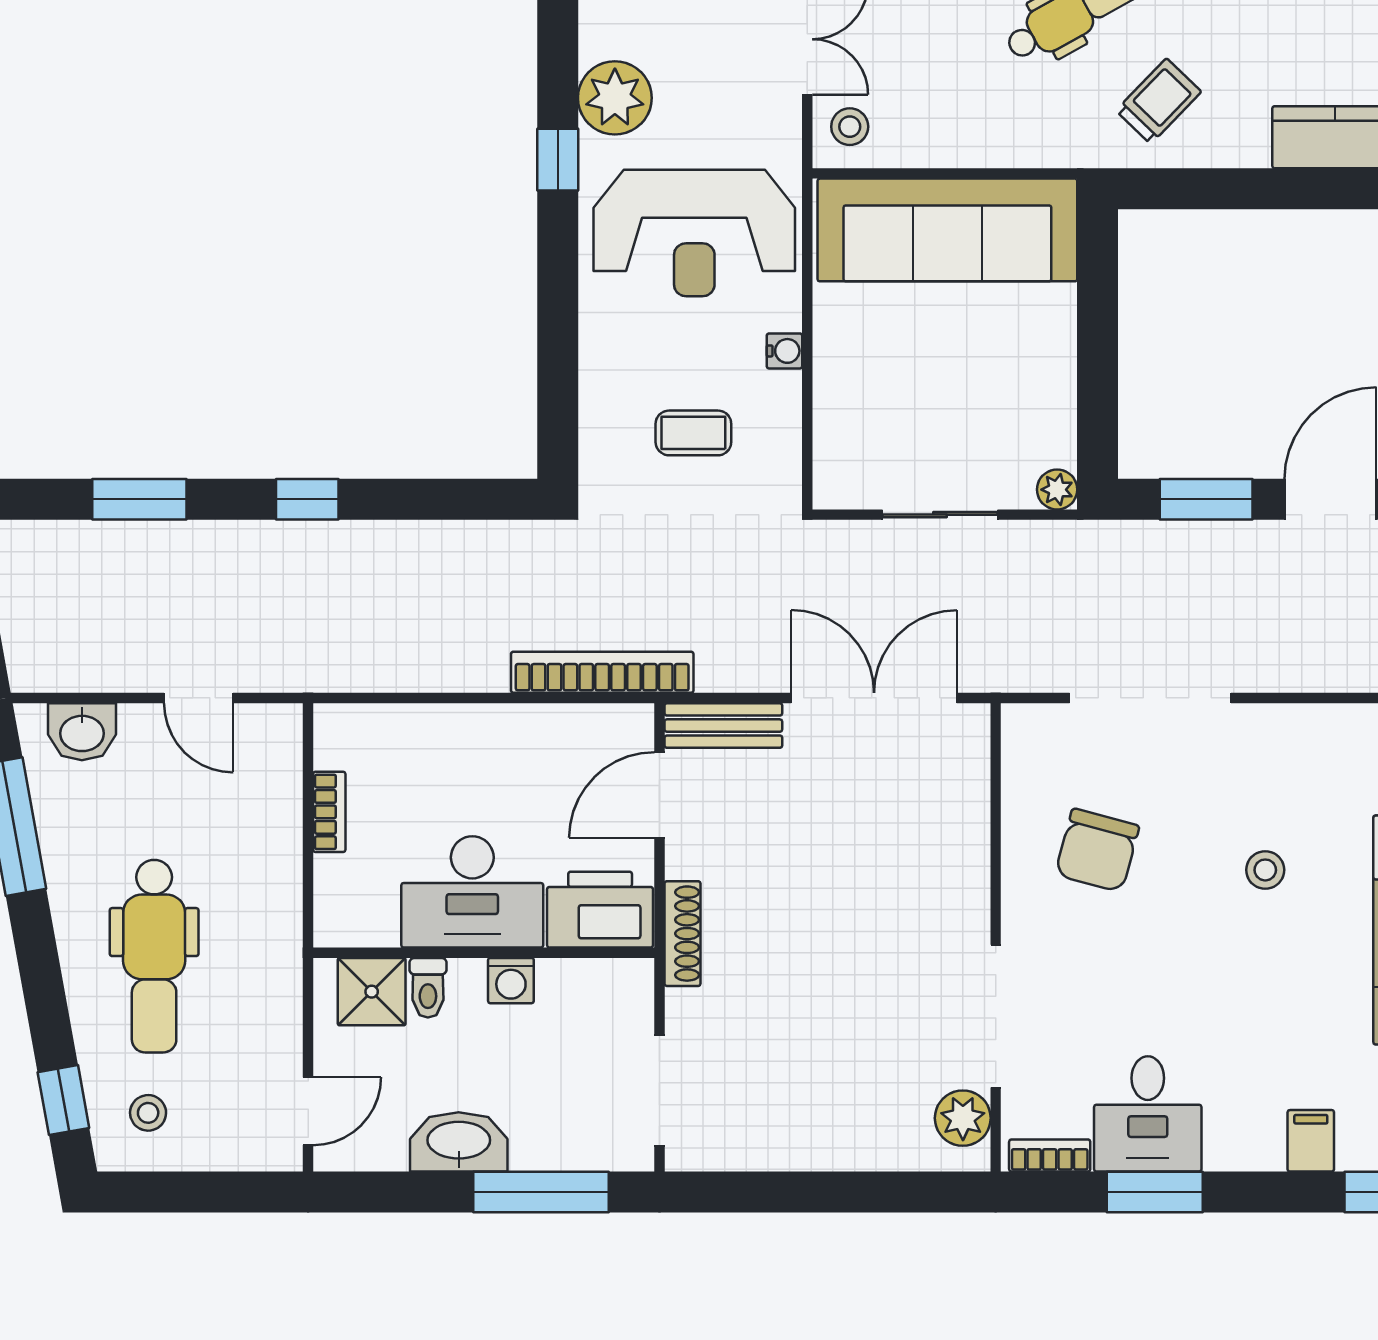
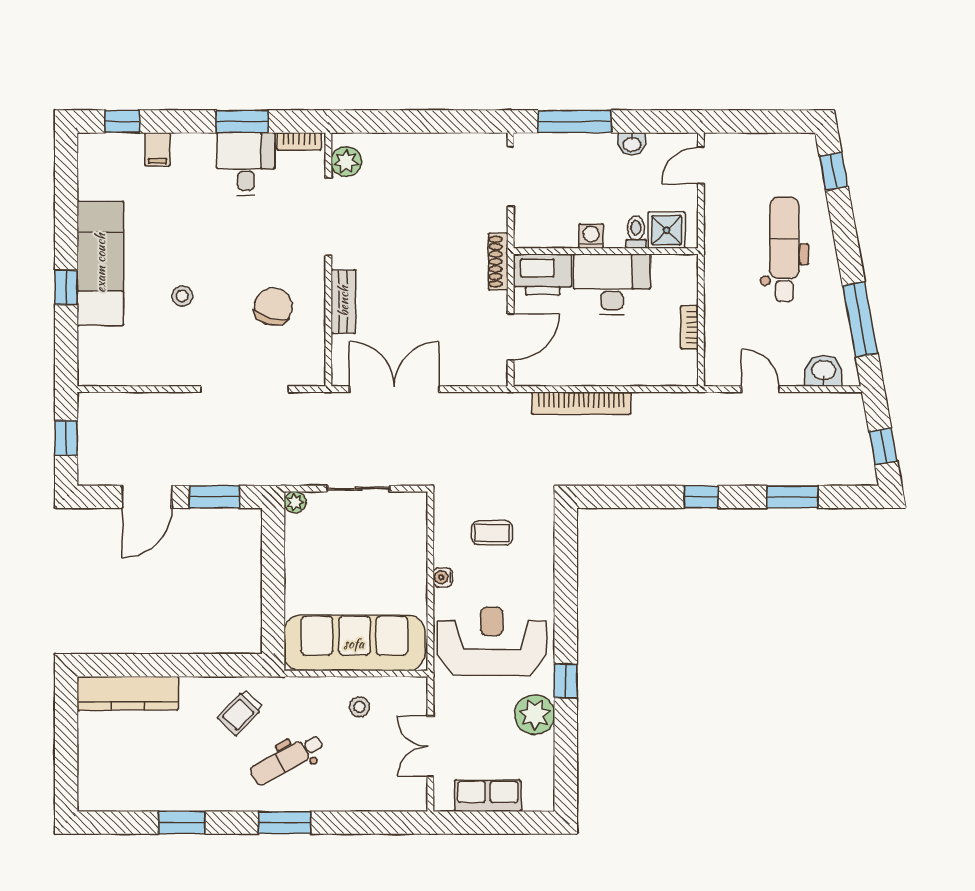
stool: (850, 127) -> (359, 707), moved
bookcase: (602, 672) -> (581, 403), moved
double door: (874, 698) -> (394, 389), swing flipped
bench: (723, 726) -> (343, 301), moved, turned 90
stool: (148, 1113) -> (788, 164), removed
washbasin: (459, 1142) -> (632, 144), width x0.52, depth x0.69

